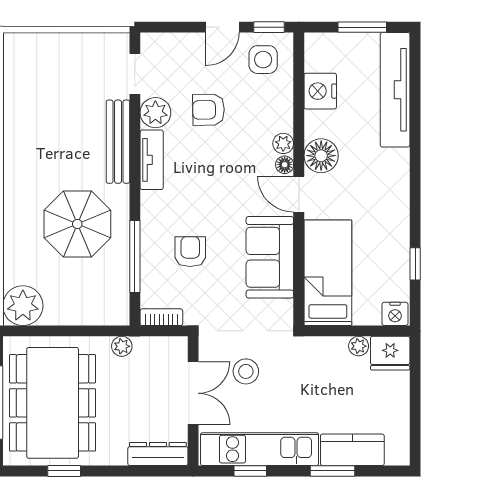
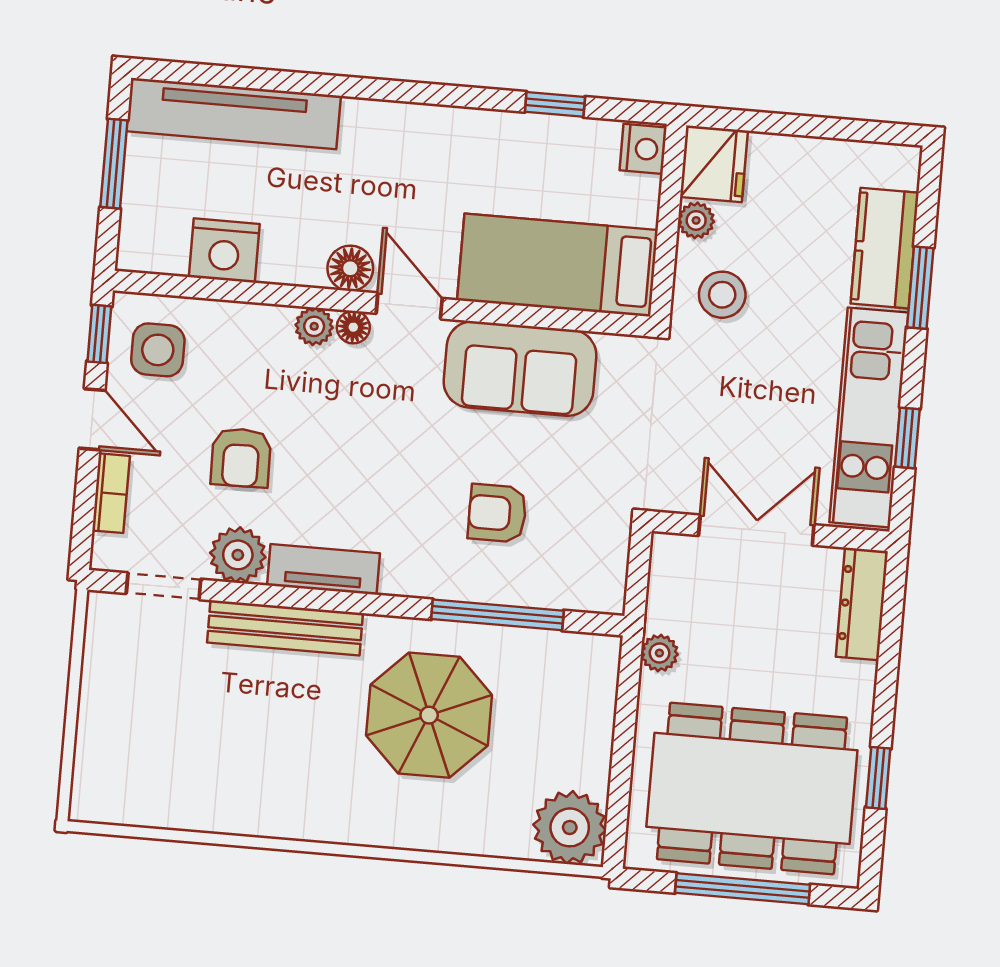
floor lamp: (321, 156) -> (350, 268), width x0.73, depth x0.73
door: (299, 194) -> (409, 306), swing flipped
bookcase: (161, 317) -> (111, 493), moved, turned 180
stool: (246, 371) -> (722, 295), moved

